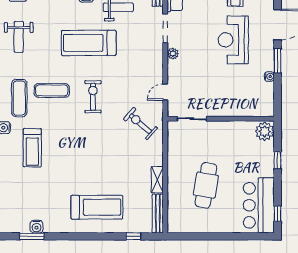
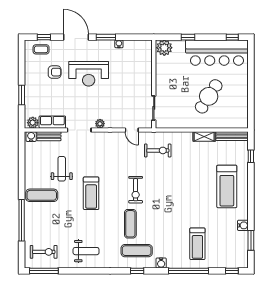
treadmill: (89, 43) -> (91, 193), width x0.73, depth x0.73
exercise bike: (93, 97) -> (136, 190), turned -90
exercise bike: (140, 124) -> (158, 150), turned -131
treadmill: (32, 148) -> (197, 244), moved, turned 90
cafe table: (206, 185) -> (209, 96), turned -67
bar counter: (259, 205) -> (217, 53), width x1.36
treadmill: (97, 207) -> (227, 186), turned 180
water cooler: (36, 227) -> (243, 225), moved

